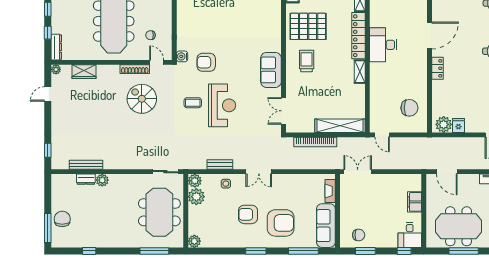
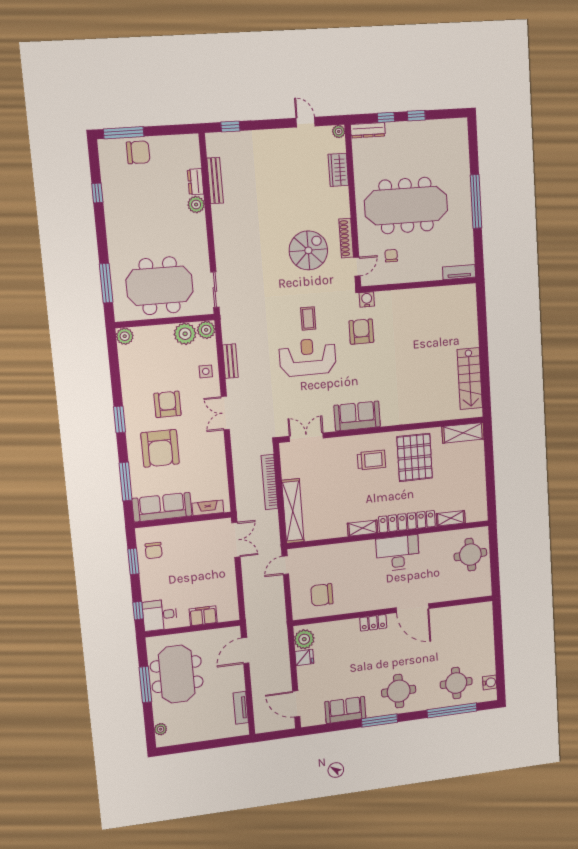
reception desk: (222, 105) -> (308, 357), turned 180
chair: (409, 108) -> (322, 595), turned 90

